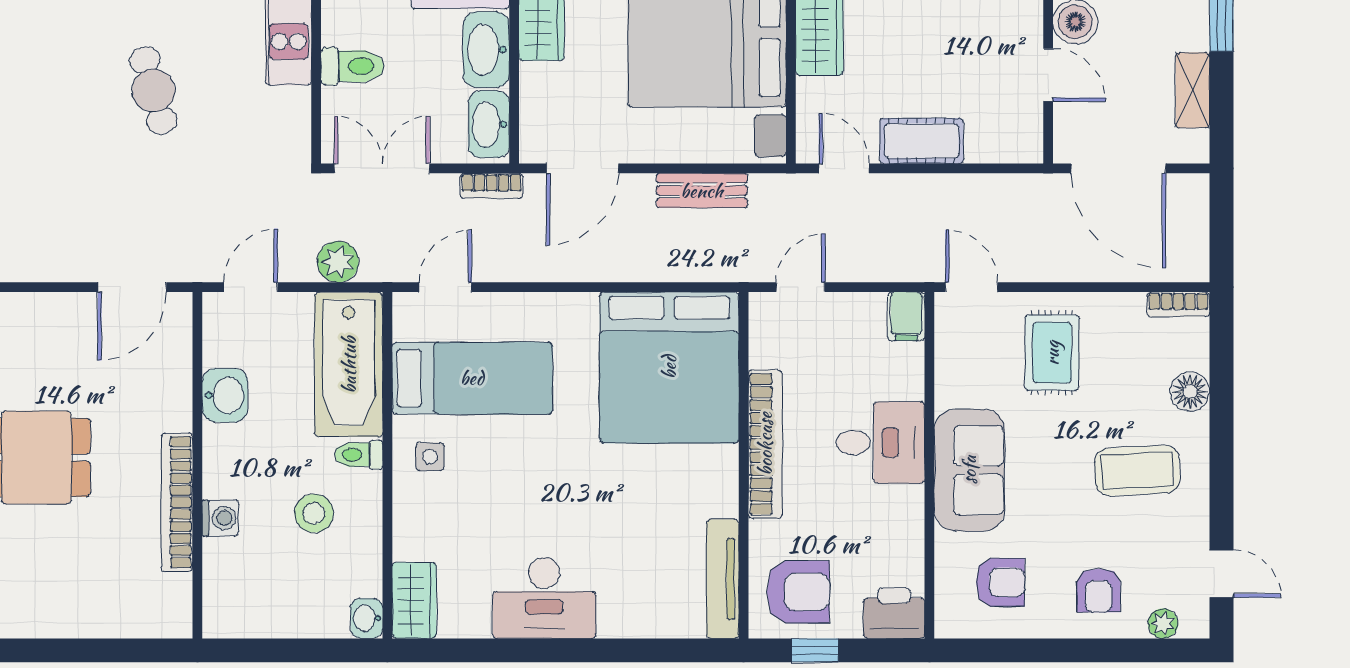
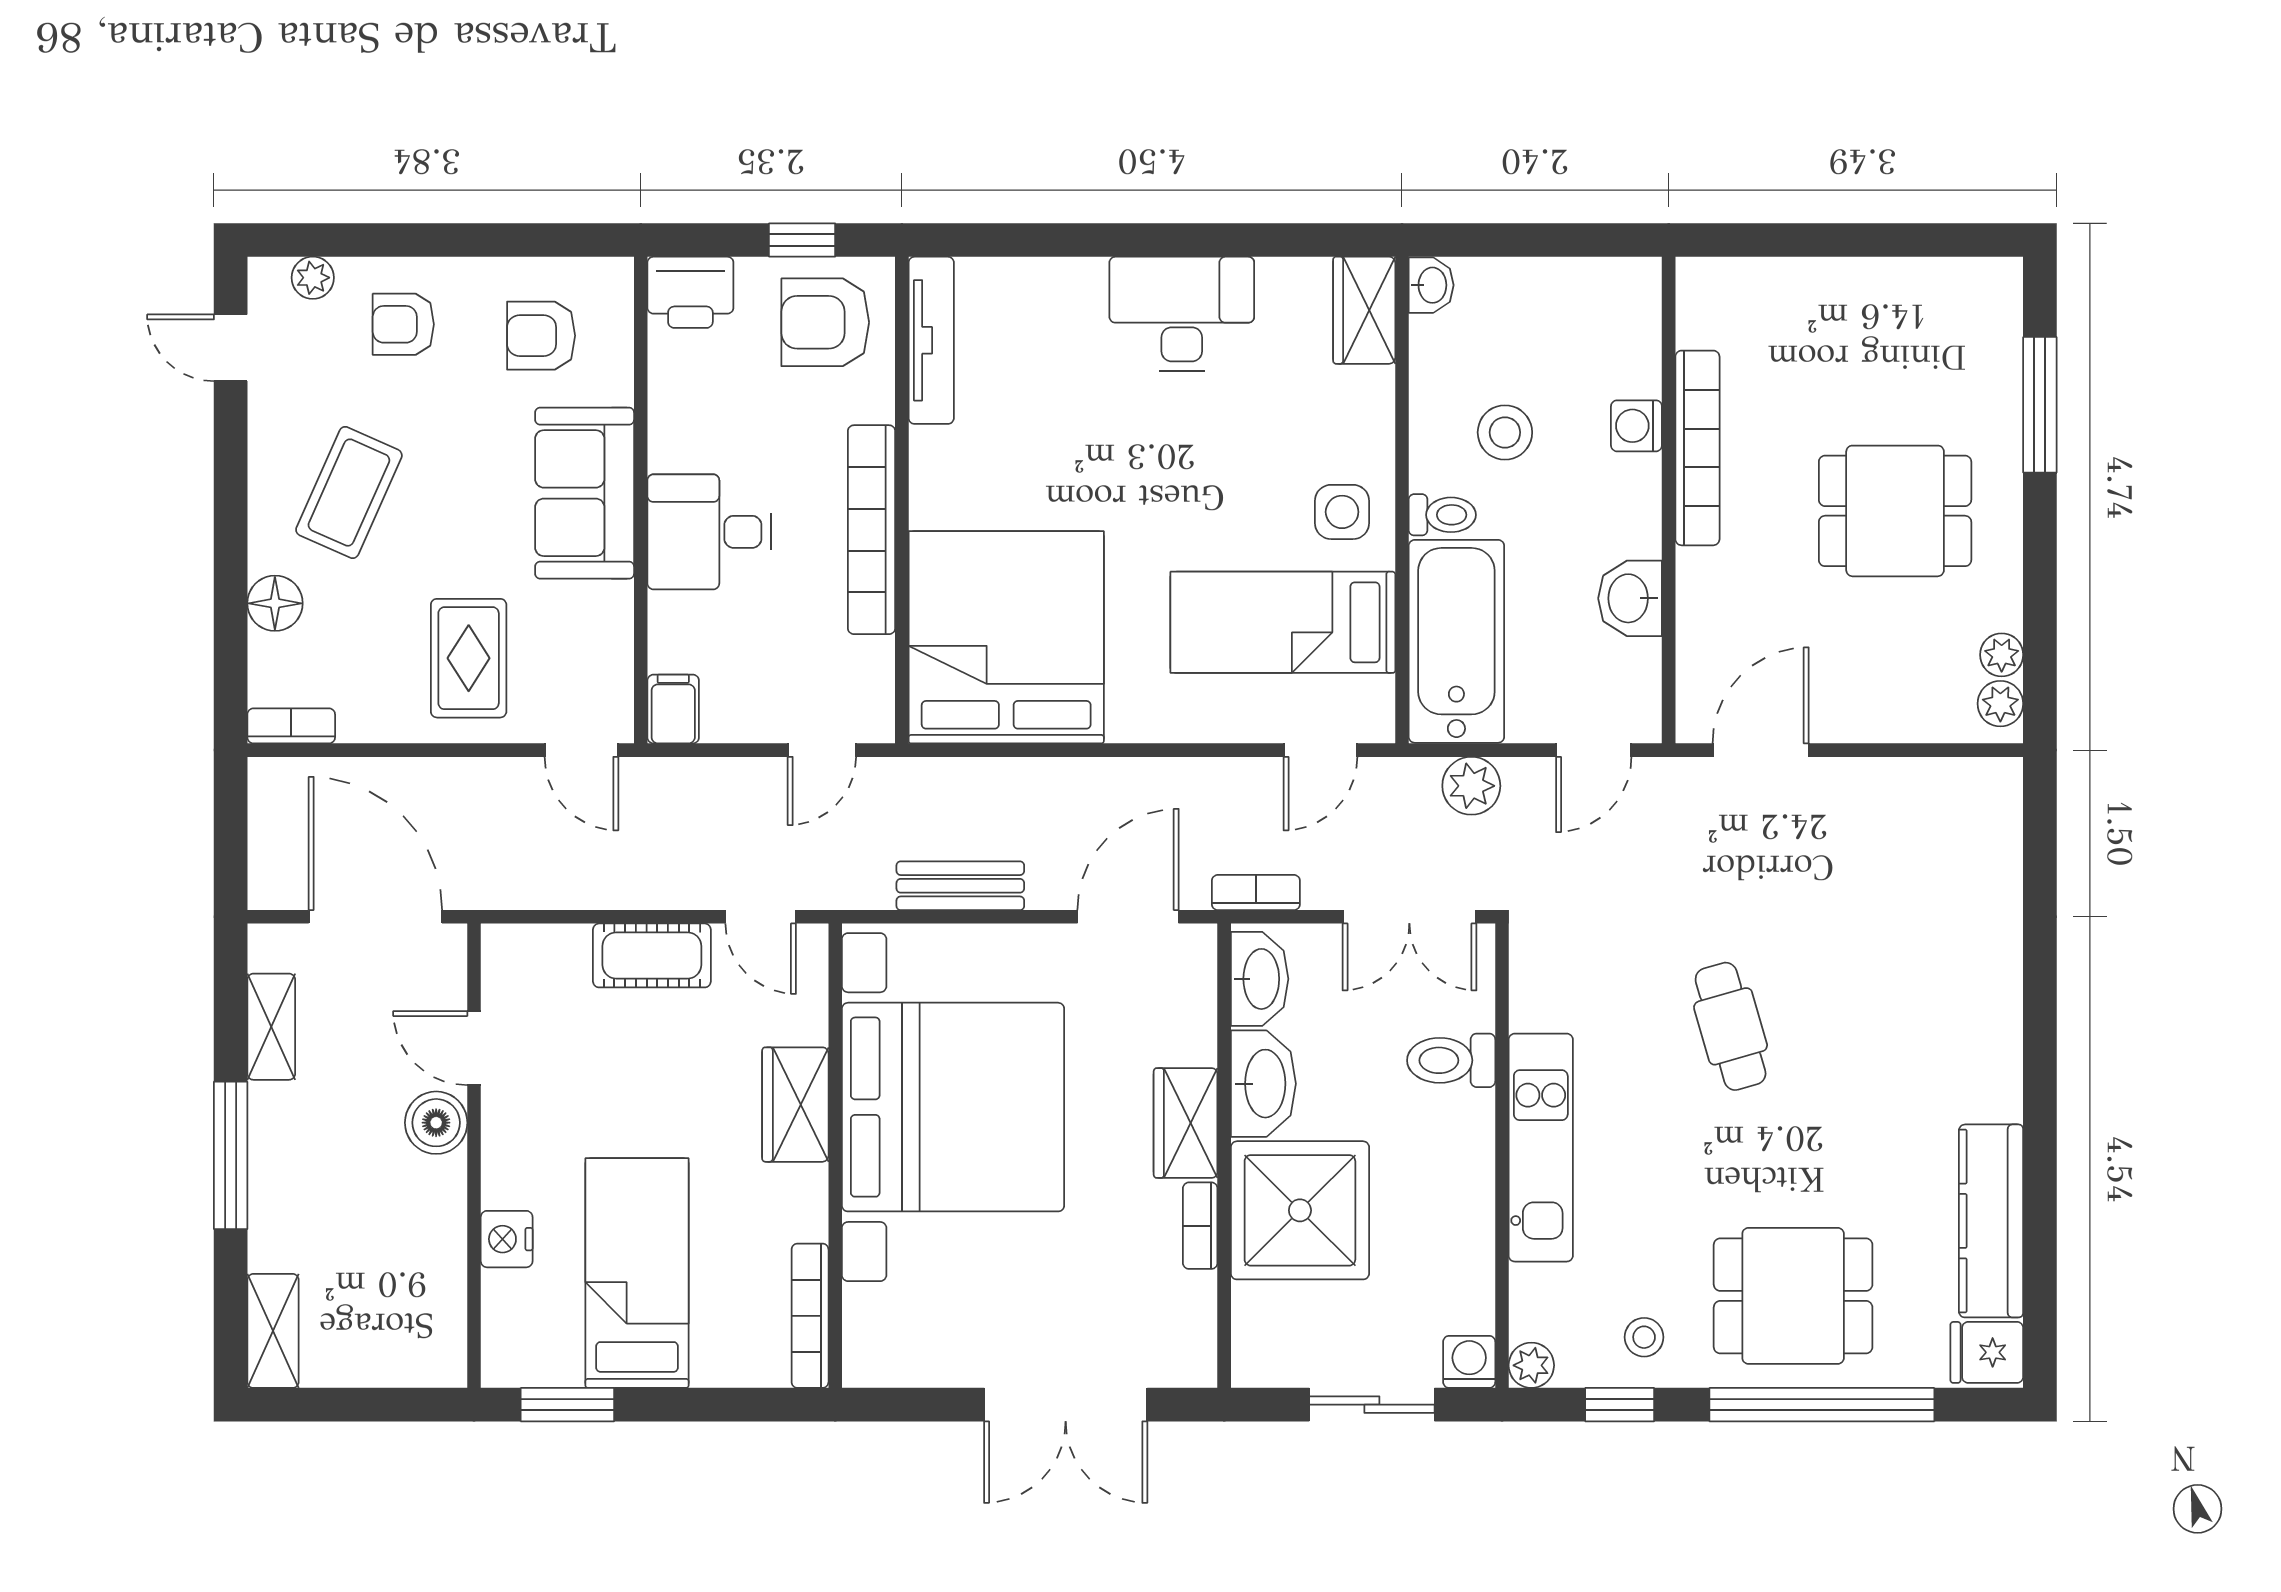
side table: (430, 457) -> (1342, 512), width x1.37, depth x1.37
coffee table: (1137, 471) -> (349, 493), turned -63
armchair: (1099, 590) -> (403, 324), turned -90

